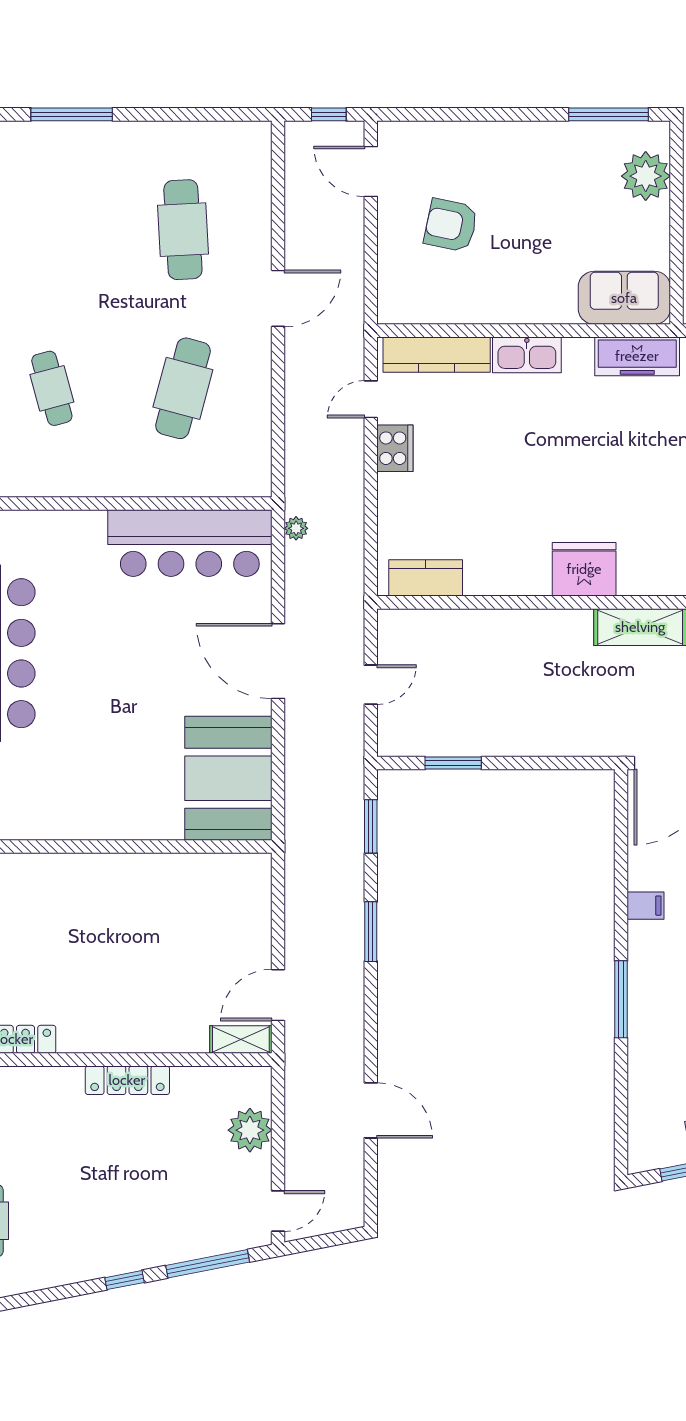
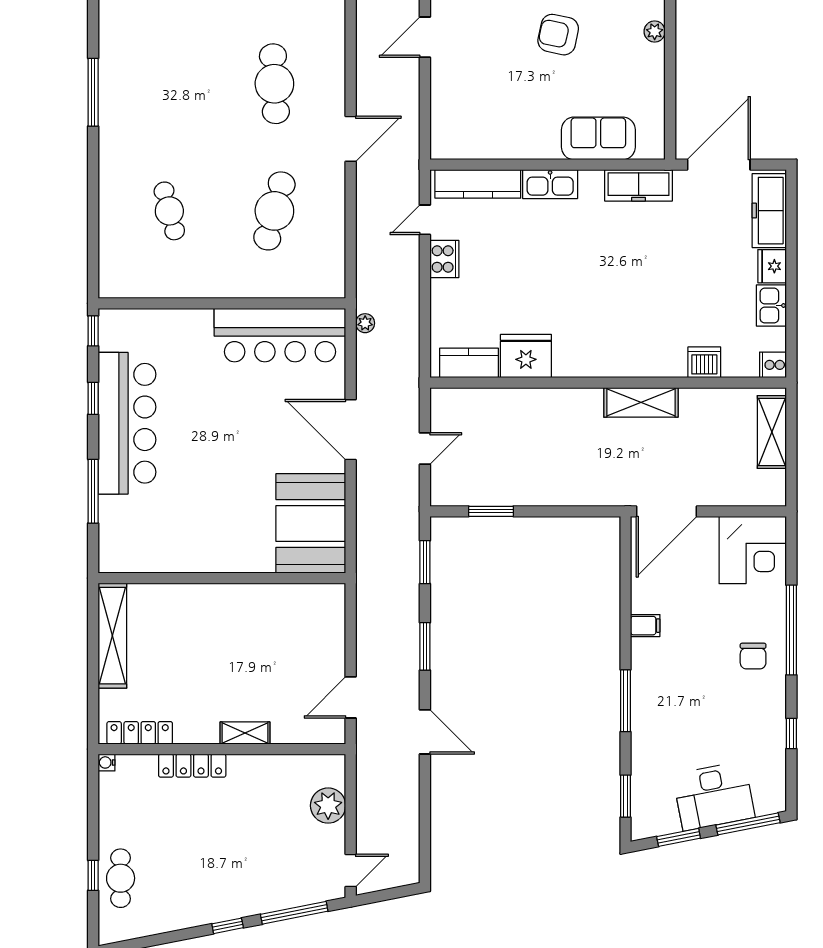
door: (371, 171) -> (425, 37), hinge flipped
plant: (646, 176) -> (655, 32), width x0.53, depth x0.53
armchair: (451, 225) -> (558, 35), moved
sofa: (624, 298) -> (598, 138), moved
fridge: (584, 569) -> (526, 356), moved
shelving: (241, 1040) -> (245, 733), moved
locker: (127, 1080) -> (192, 766), moved
door: (371, 1110) -> (425, 732), moved
window: (621, 1118) -> (626, 796), added

